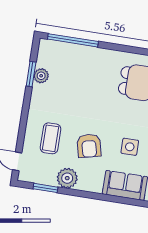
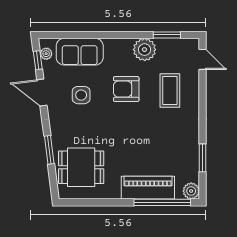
piano: (84, 55) -> (148, 188), added
plant: (41, 76) -> (191, 191), moved
armchair: (89, 146) -> (126, 89), turned -77

